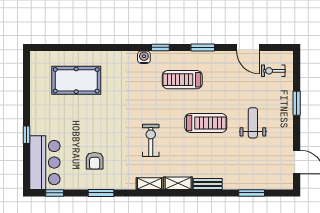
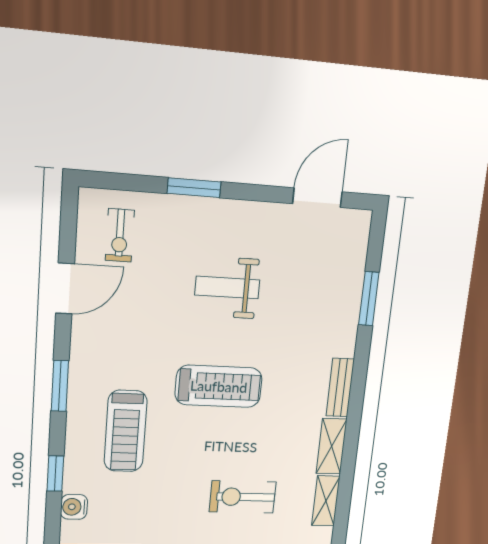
treadmill: (206, 123) -> (219, 386), turned 90

